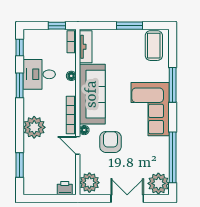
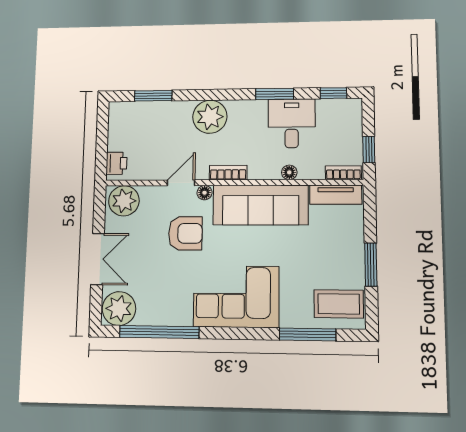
window: (173, 85) -> (308, 334), moved
bookcase: (71, 115) -> (228, 173), width x0.64

